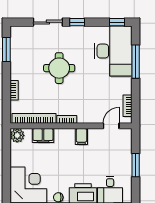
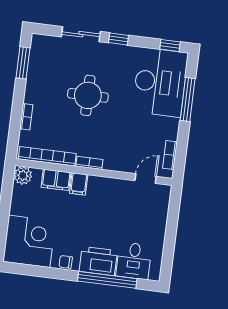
filing cabinet: (81, 136) -> (79, 184), moved
window: (136, 165) -> (171, 233), removed

